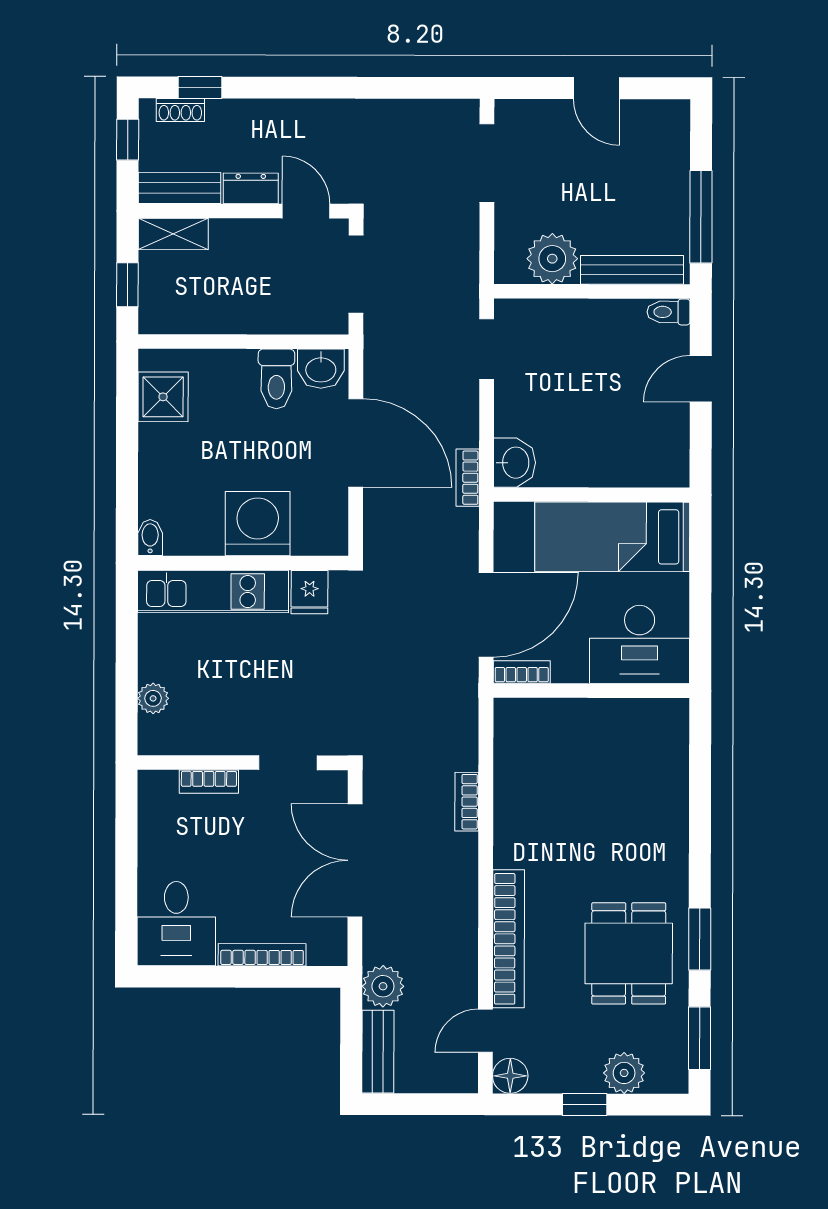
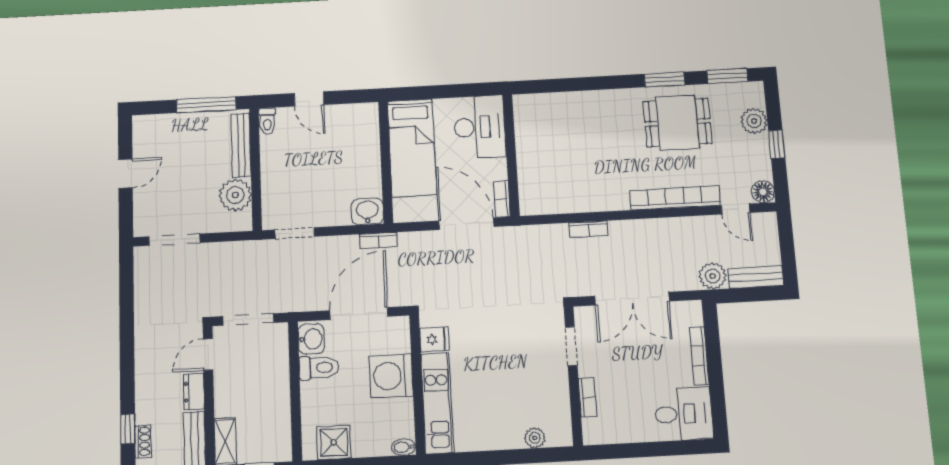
washing machine: (258, 524) -> (391, 376), moved
bidet: (150, 537) -> (404, 447), moved
wall: (243, 563) -> (417, 384), moved
kitchen unit: (213, 591) -> (437, 403), moved
fridge: (310, 592) -> (434, 339), moved

